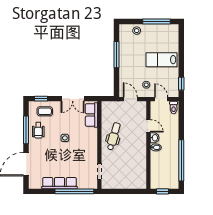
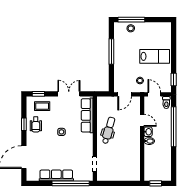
window: (156, 21) -> (131, 20), moved
lab bench: (161, 60) -> (155, 56), turned 180
double door: (73, 99) -> (69, 94), swing flipped
door: (130, 99) -> (125, 94), swing flipped
row of seats: (91, 115) -> (87, 115), width x1.48
window: (26, 130) -> (24, 124), width x0.46
window: (181, 160) -> (174, 127), moved

